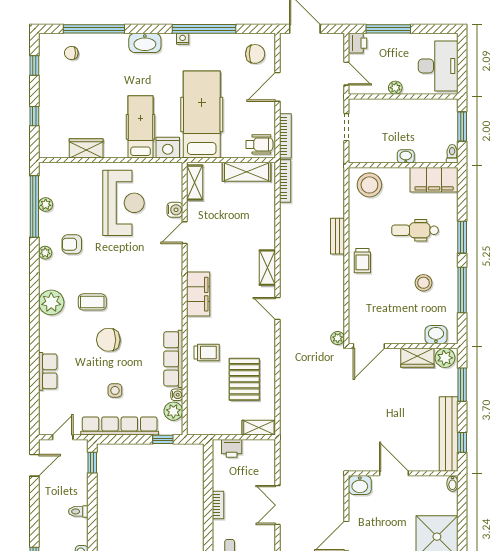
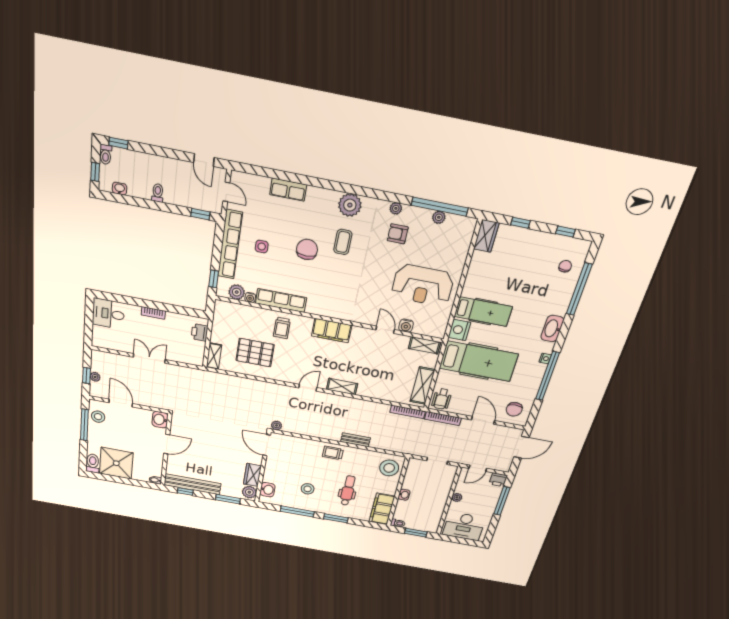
wardrobe: (86, 148) -> (486, 236), moved
armchair: (72, 244) -> (398, 234), turned -90

